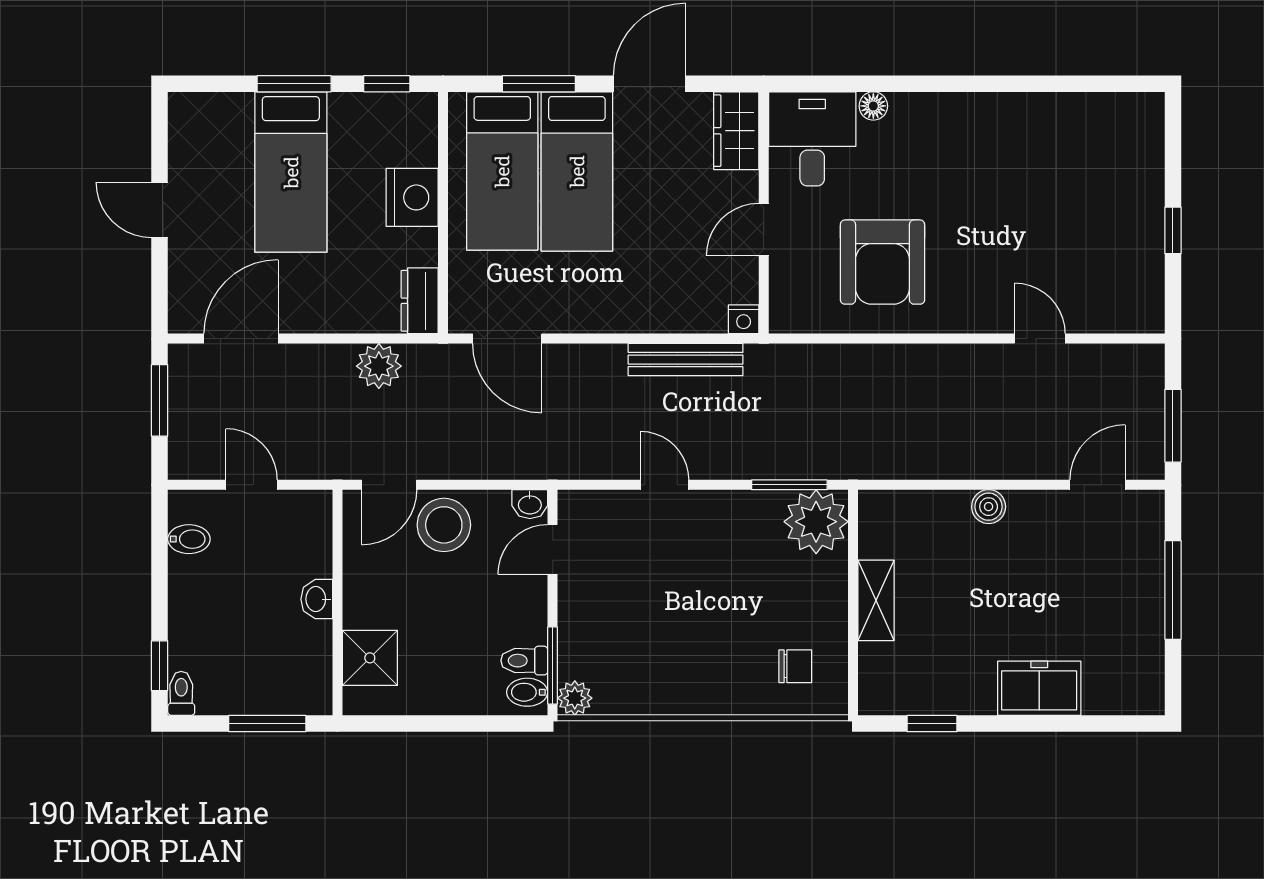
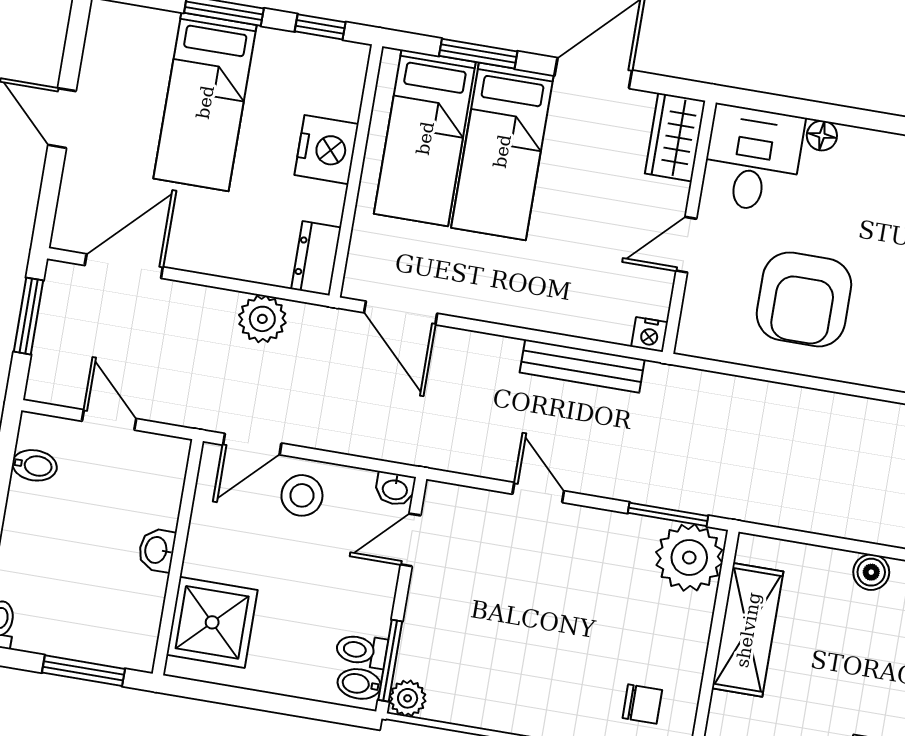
stool: (444, 525) -> (302, 495), width x0.73, depth x0.73
shelving: (876, 600) -> (748, 630), width x1.50, depth x1.33
shower: (370, 658) -> (212, 622), width x1.36, depth x1.36

